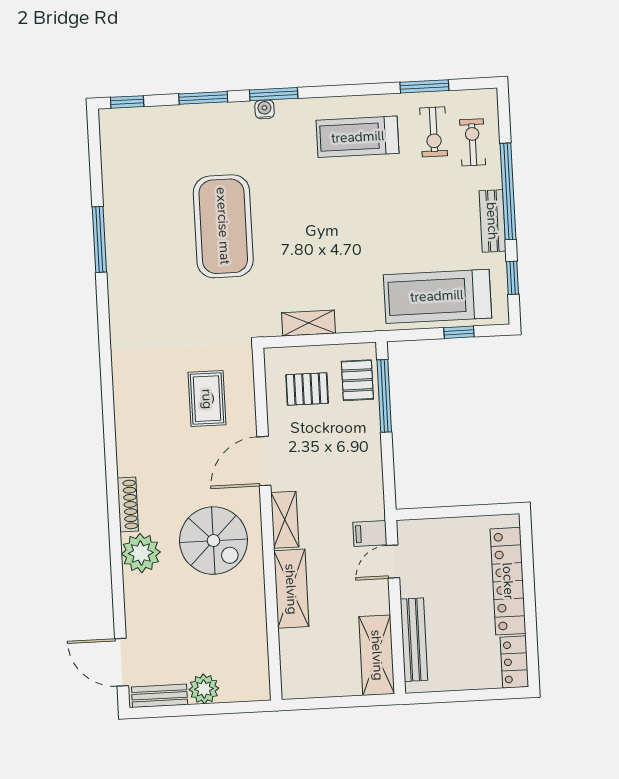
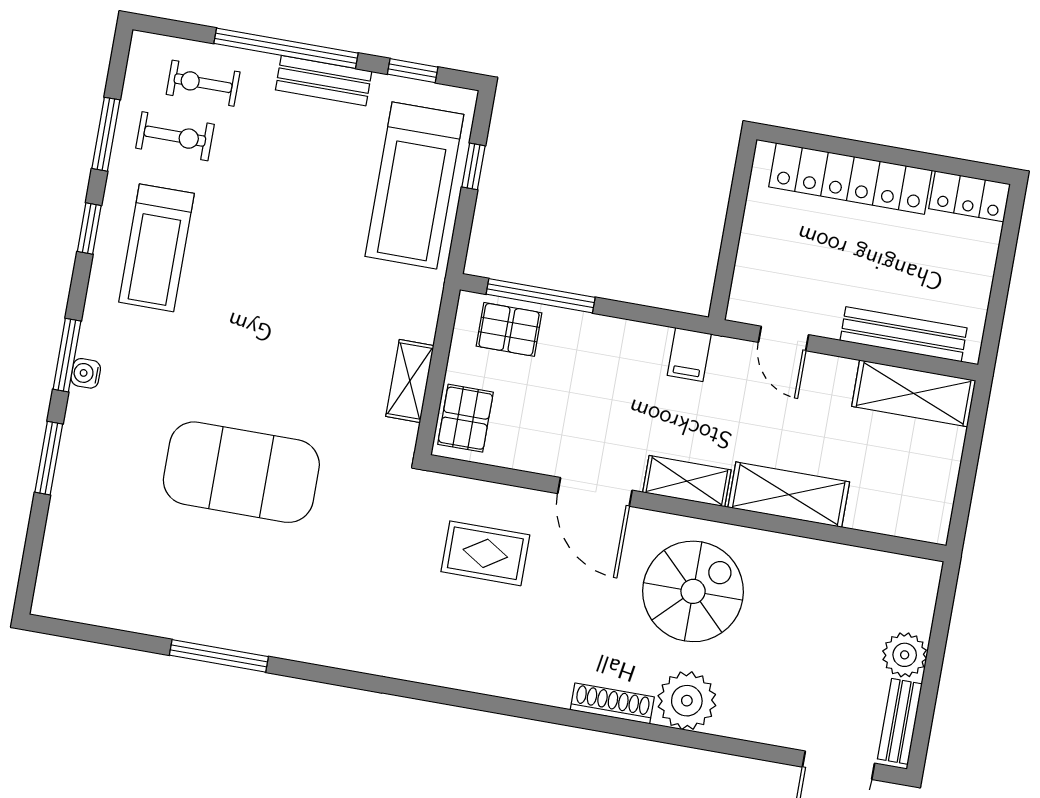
window: (127, 102) -> (89, 229), moved
pallet: (307, 389) -> (465, 418), moved
filing cabinet: (370, 533) -> (689, 355), moved

